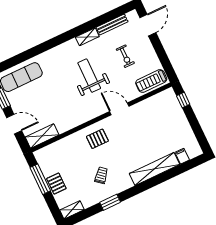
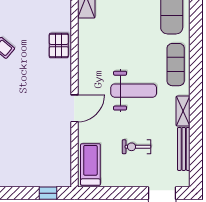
exercise mat: (59, 56) -> (176, 65), added
pallet: (97, 139) -> (59, 46), moved

